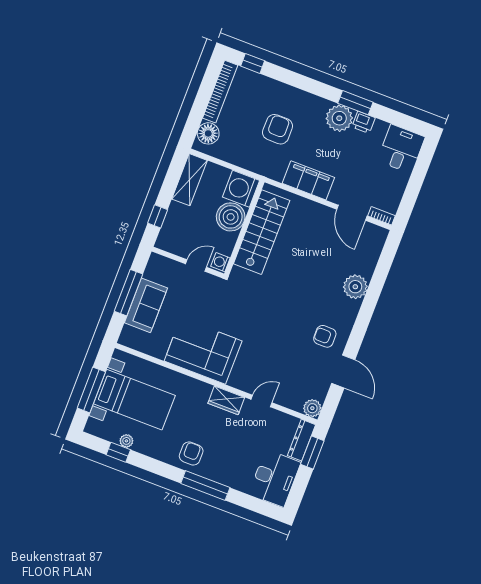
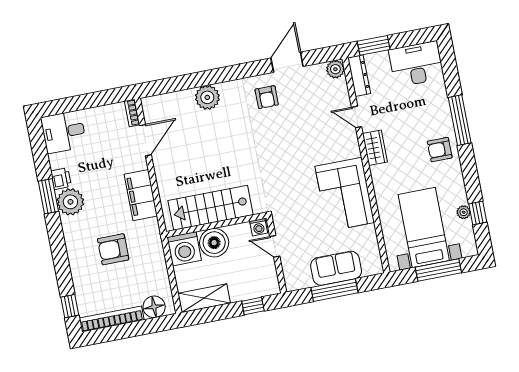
dresser: (302, 440) -> (359, 76), moved, turned -90

